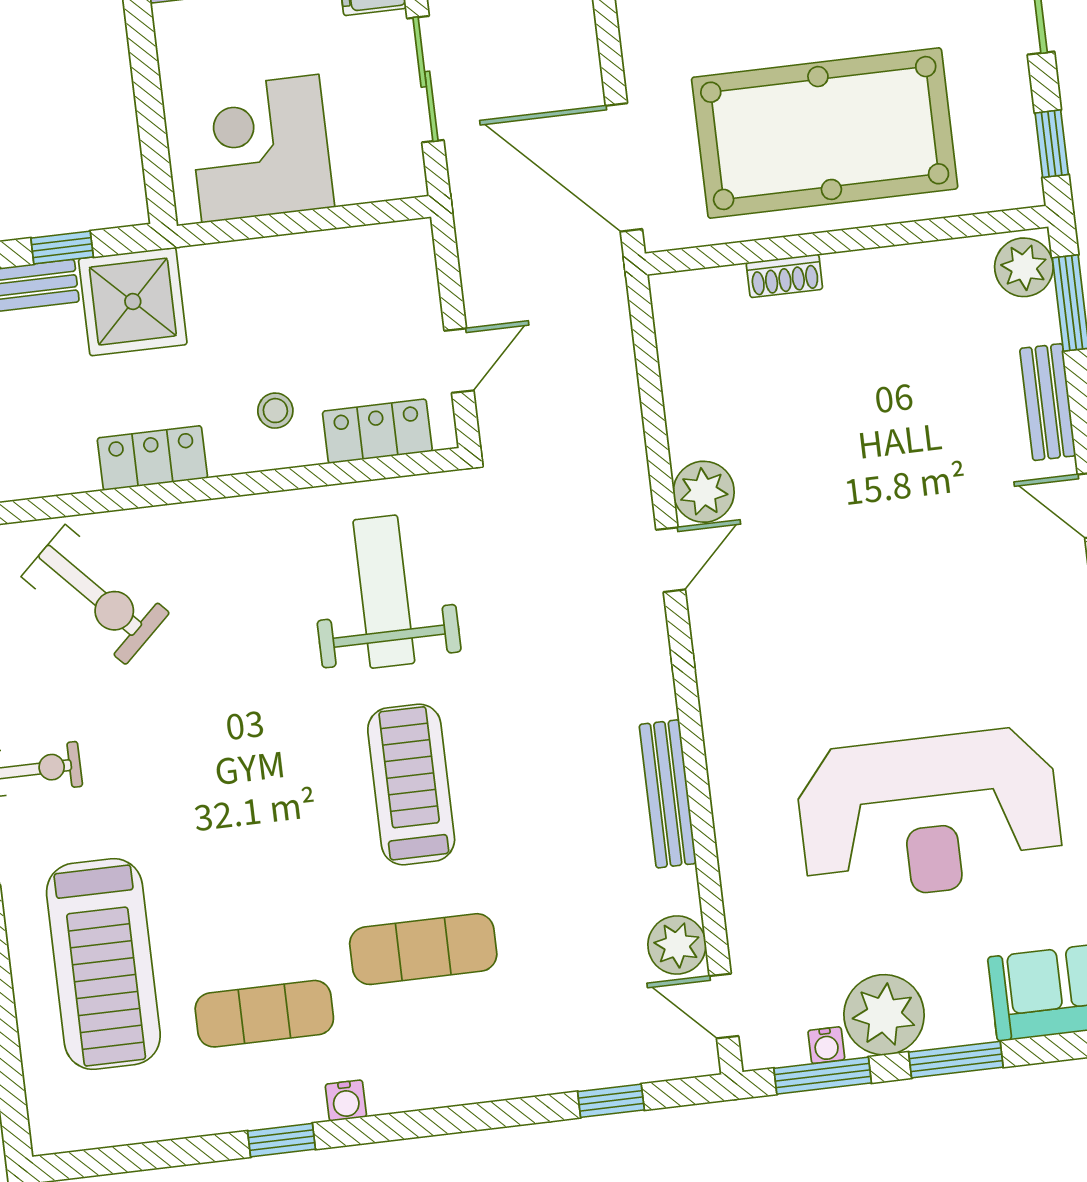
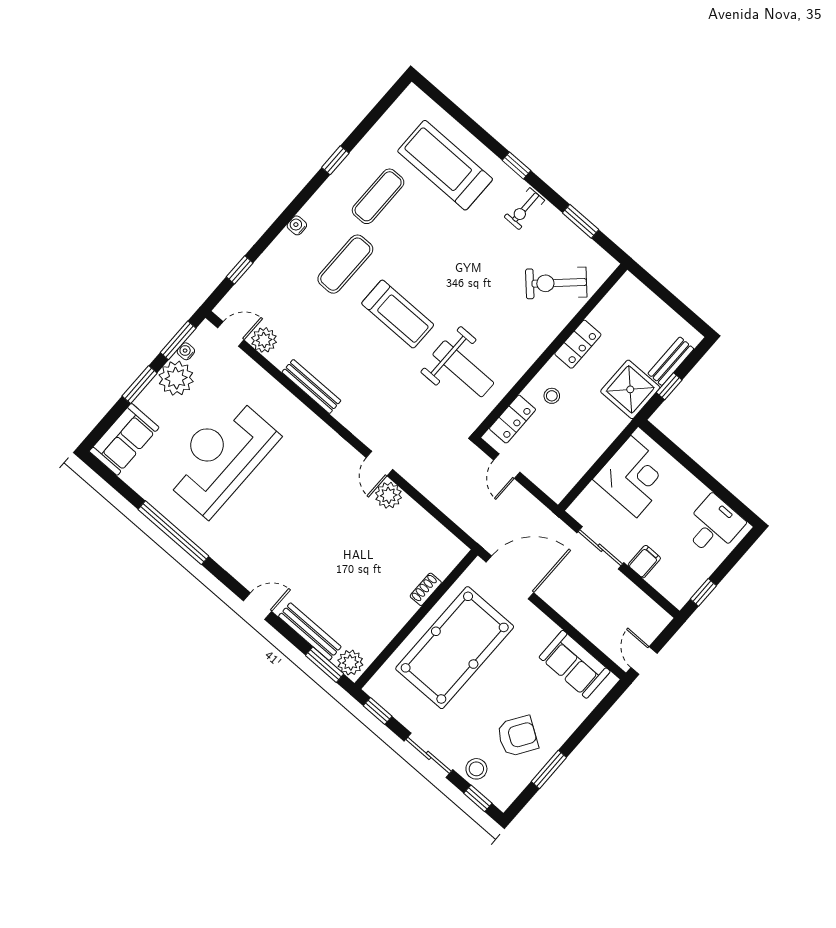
bench: (1048, 402) -> (310, 632), width x1.36
water cooler: (346, 1101) -> (297, 225), moved

